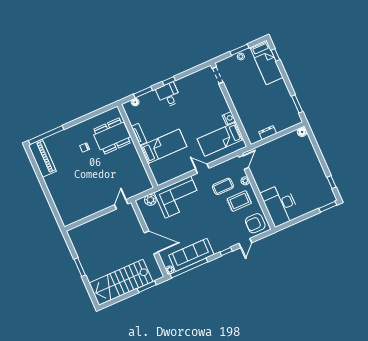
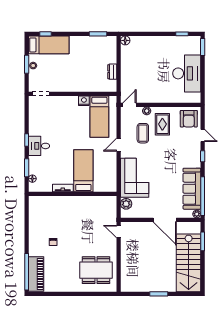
dining table: (112, 136) -> (96, 270), moved, turned 90
piano: (42, 158) -> (36, 274), moved, turned 90
door: (244, 162) -> (129, 105), hinge flipped
desk: (280, 205) -> (187, 73), moved, turned -90
door: (151, 242) -> (165, 220), swing flipped

